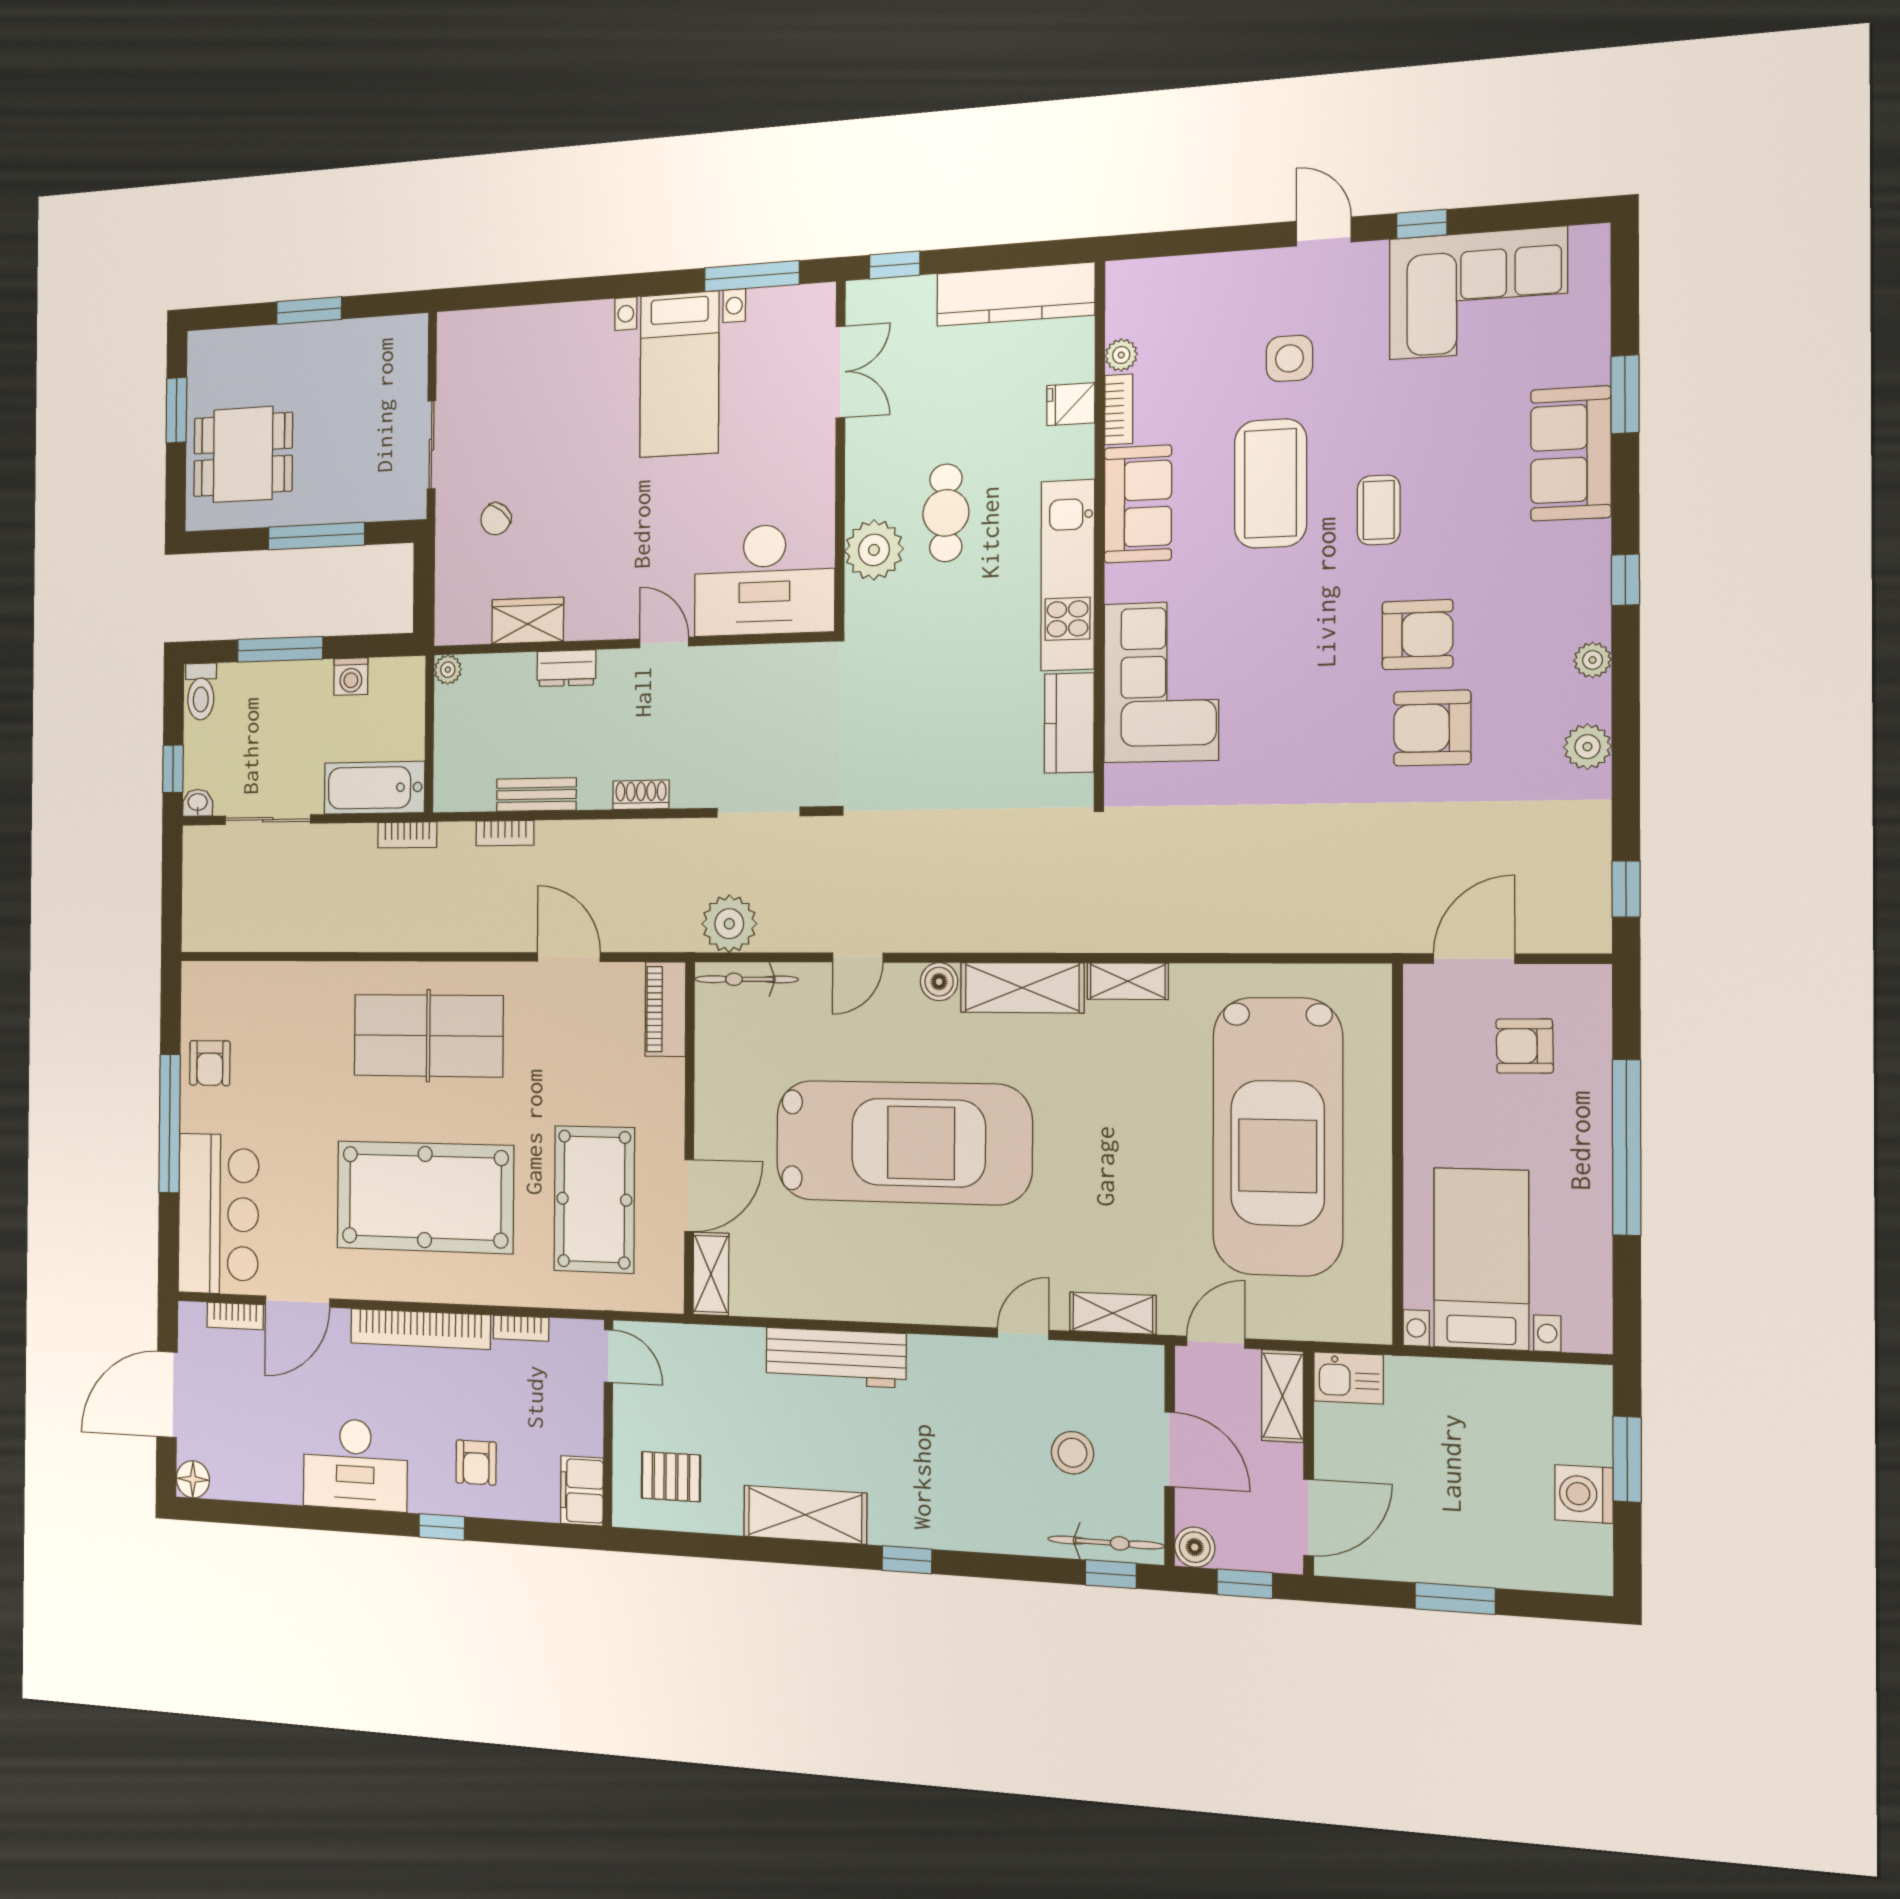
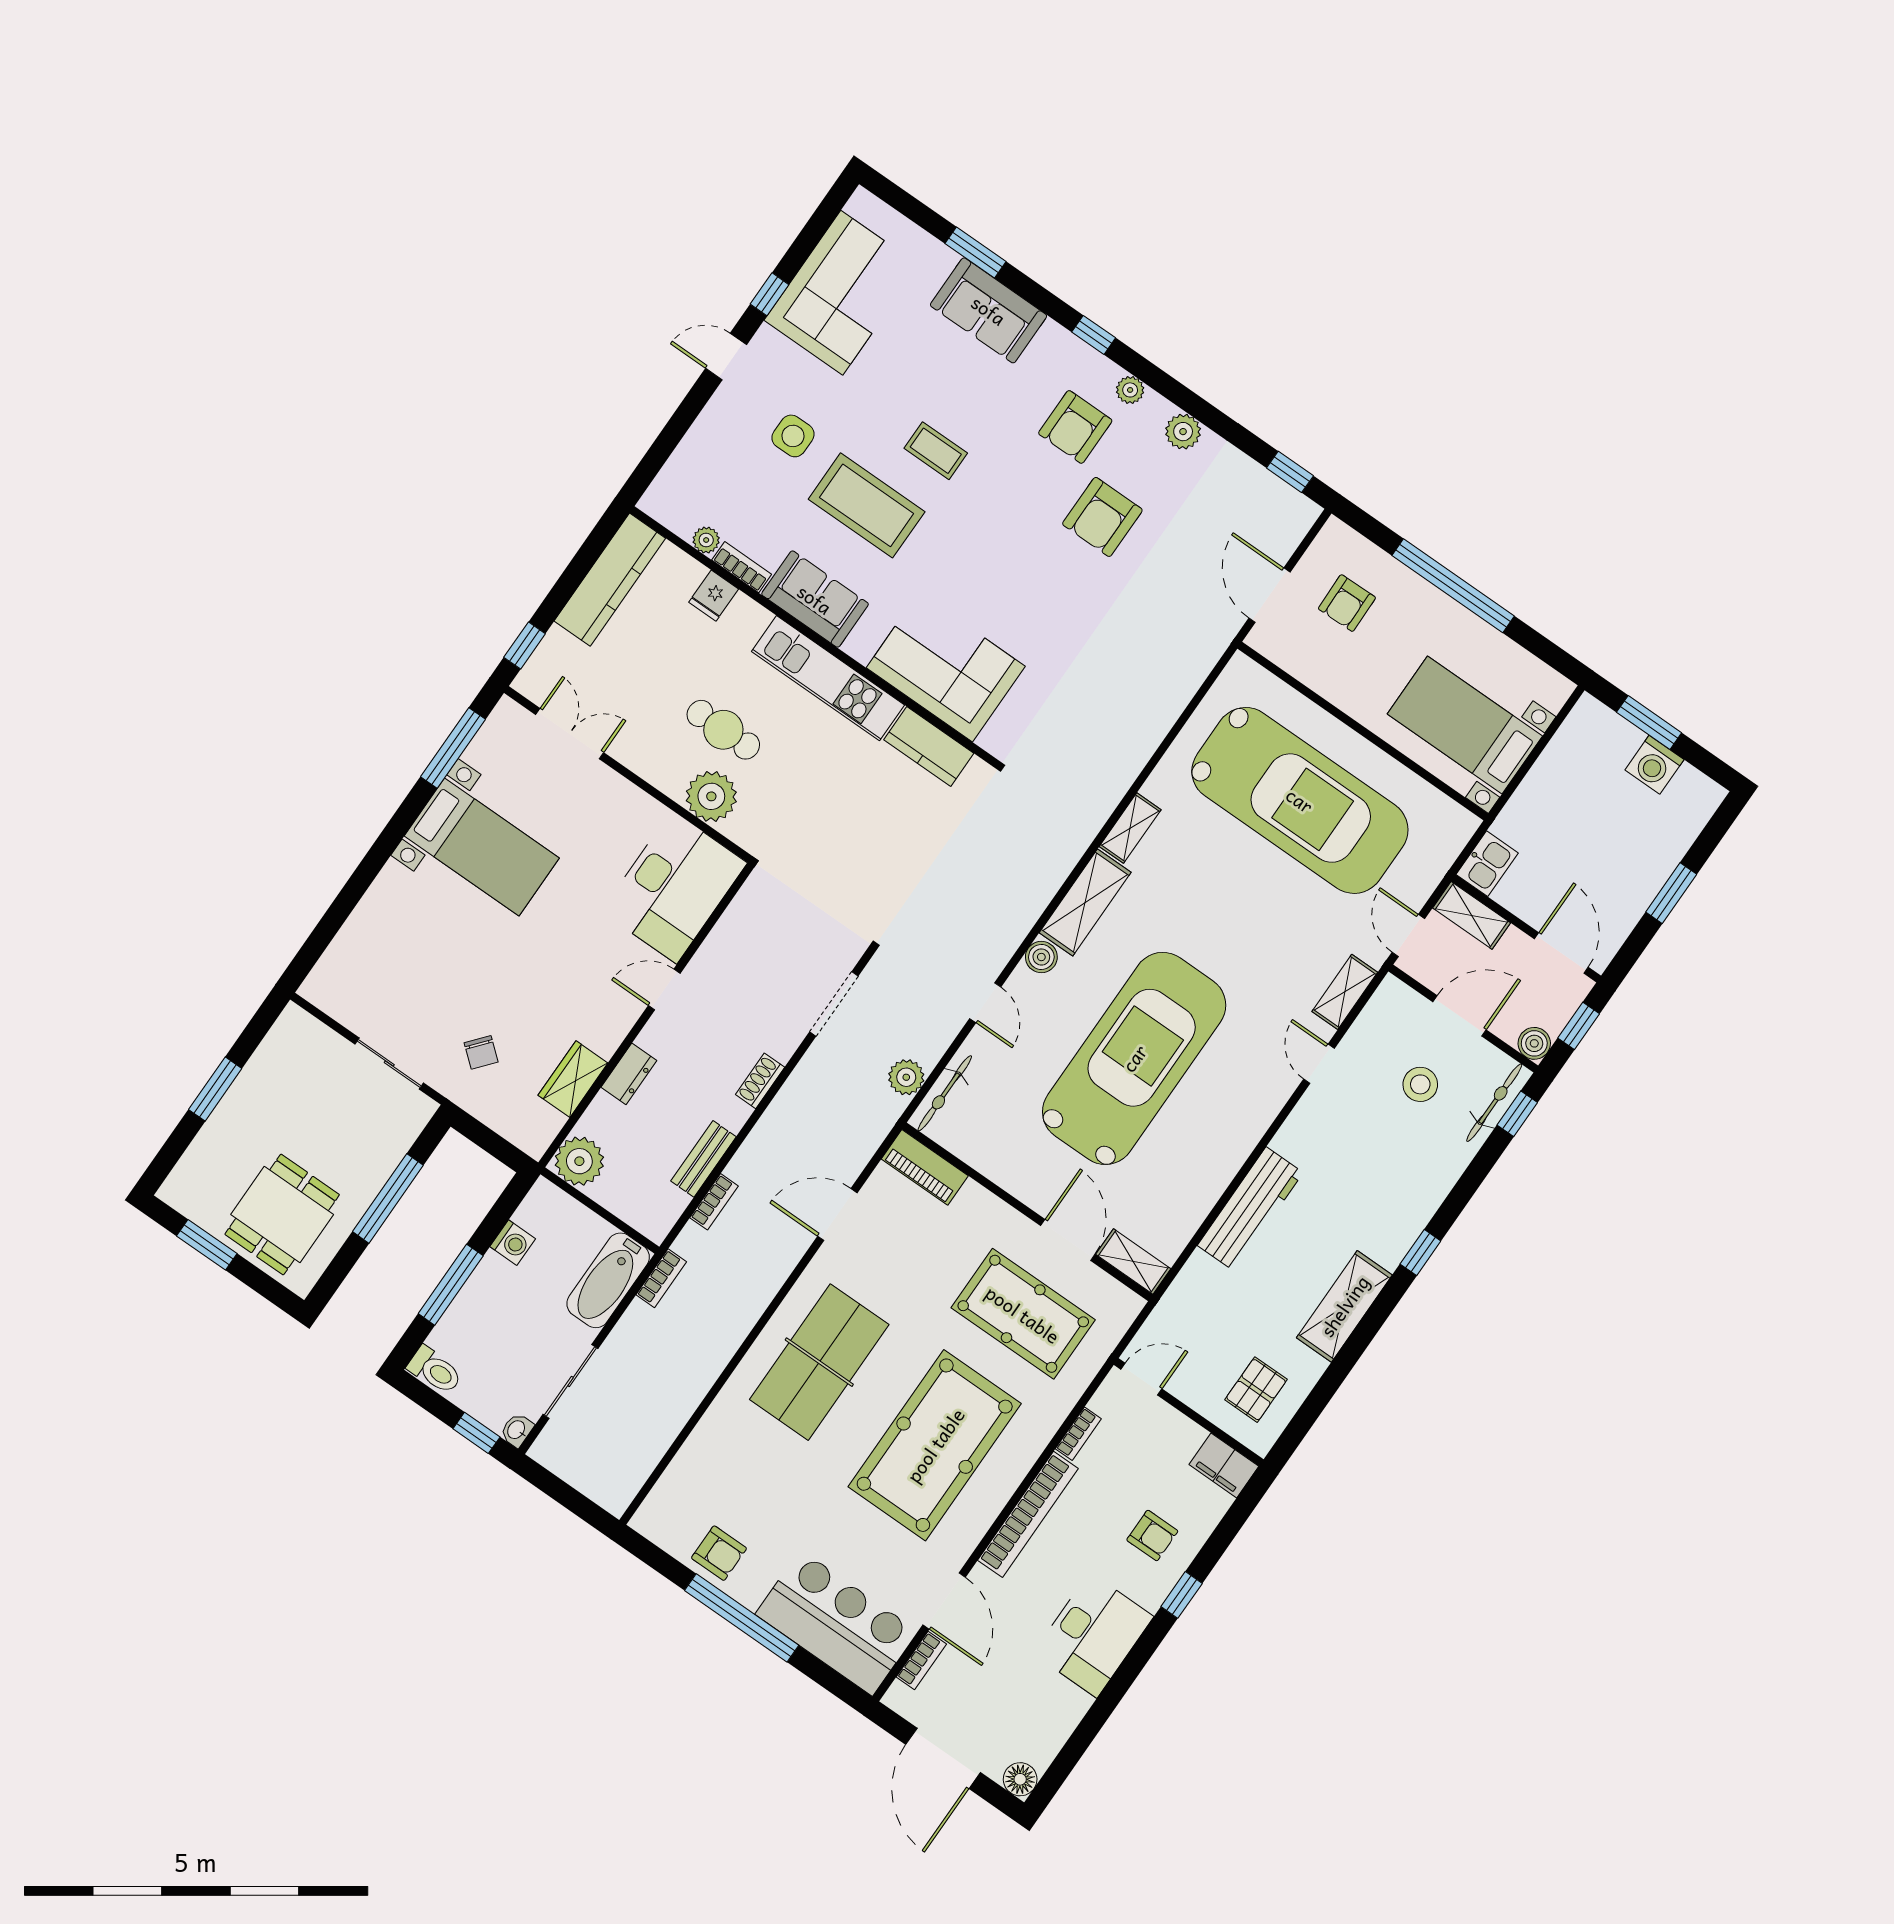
armchair: (1418, 635) -> (1075, 427), moved, turned 180
plant: (448, 670) -> (579, 1161), width x1.88, depth x1.88
plant: (729, 924) -> (906, 1077), width x0.73, depth x0.73

